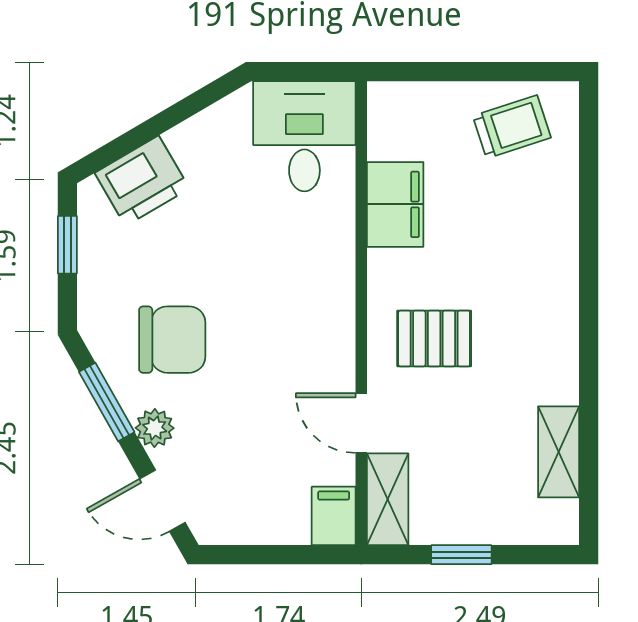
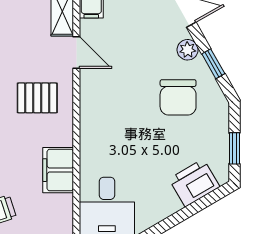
chair: (172, 340) -> (178, 97), turned -90
window: (107, 402) -> (213, 64), width x0.67

